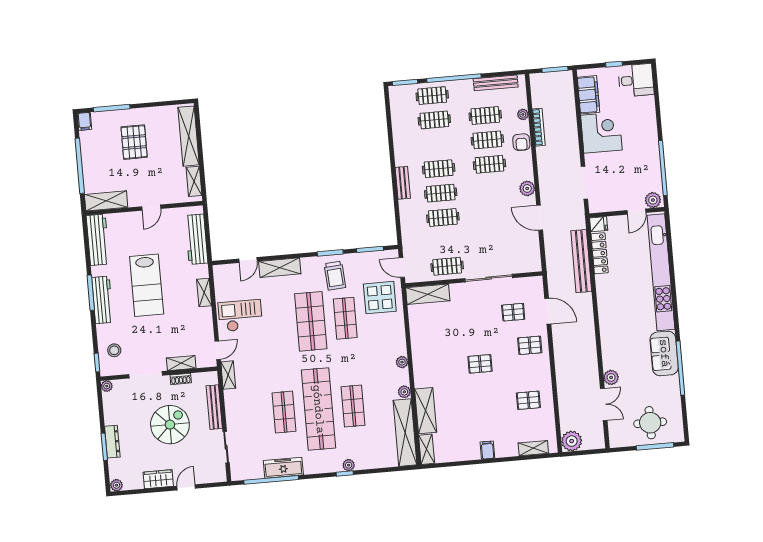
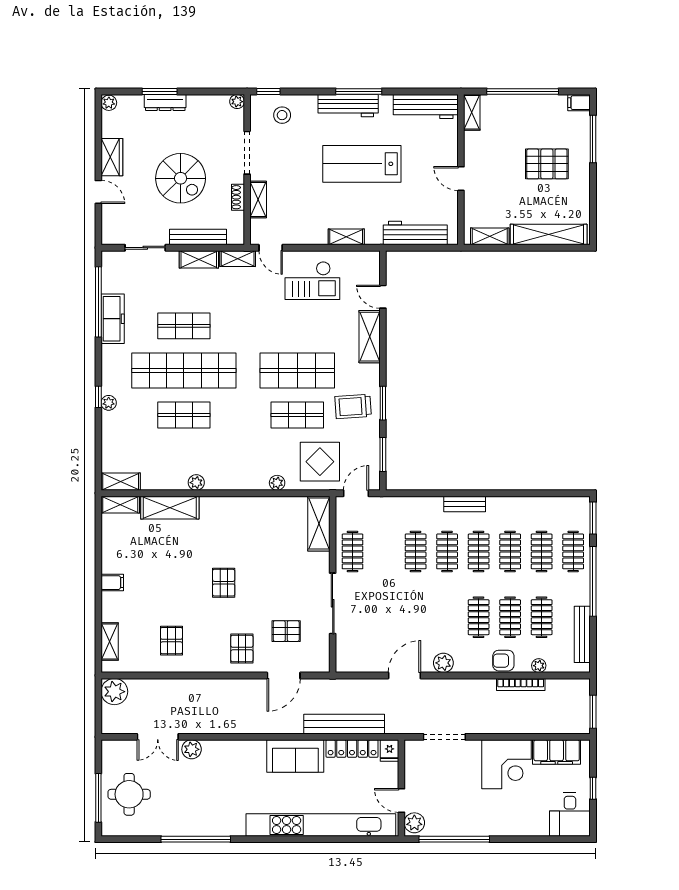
clothes rail: (436, 144) -> (510, 551), added
shelving: (106, 201) -> (472, 112), width x0.67, depth x0.75
pallet: (513, 312) -> (286, 631), turned 90
checkout: (240, 316) -> (312, 281), turned 90
sofa: (664, 353) -> (295, 756), moved, turned 180
plant: (402, 362) -> (277, 483), moved
shelving: (231, 405) -> (199, 259), added
shelving: (405, 433) -> (121, 482), width x0.45, depth x0.75

